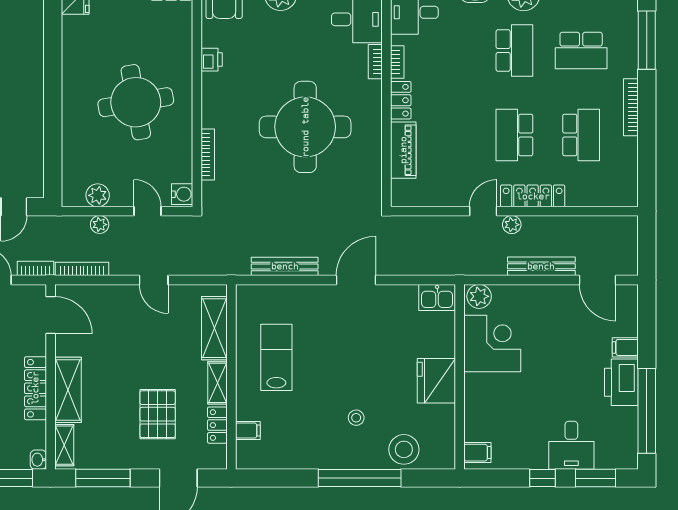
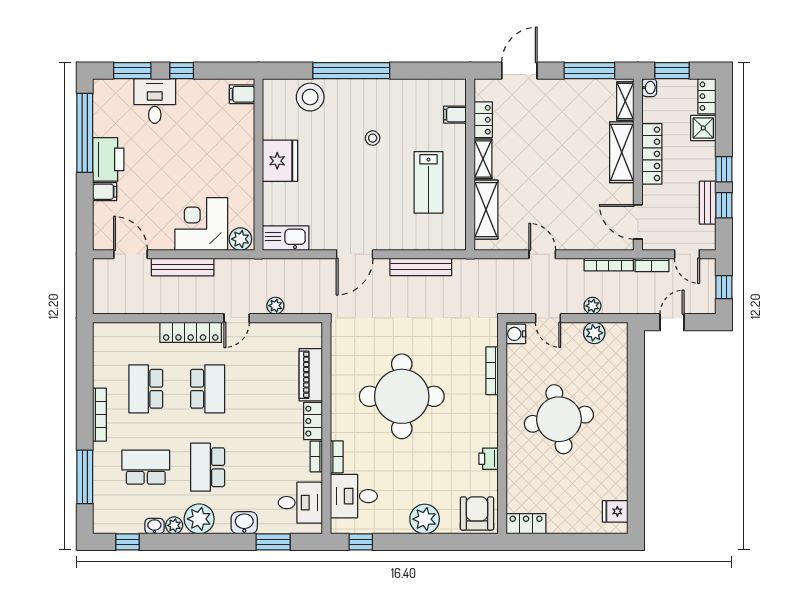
plant: (512, 225) -> (275, 306), moved
kitchen sink: (437, 298) -> (286, 238), width x1.38
corner desk: (492, 344) -> (201, 224), moved, turned 90
pallet: (158, 414) -> (539, 130), removed
stool: (356, 418) -> (373, 138), moved

